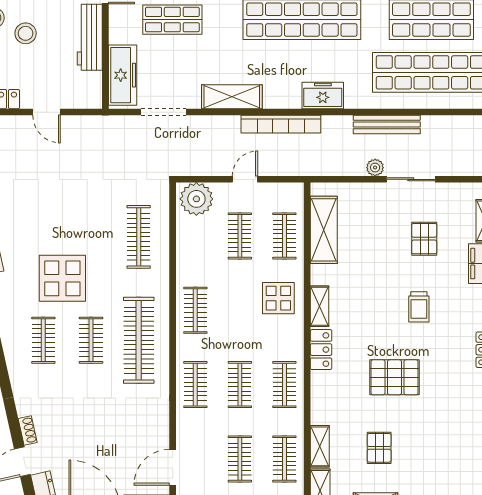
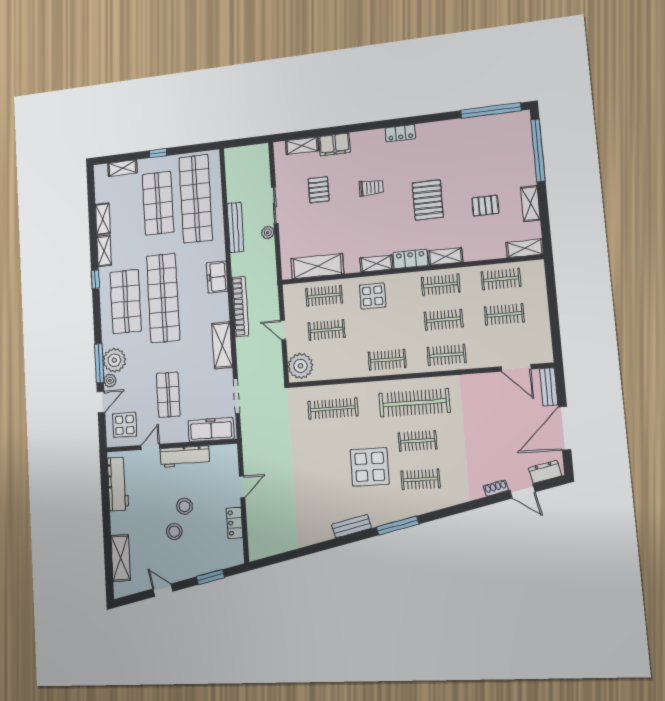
pallet: (424, 239) -> (319, 190), turned 90
shelving: (320, 446) -> (445, 256), moved

